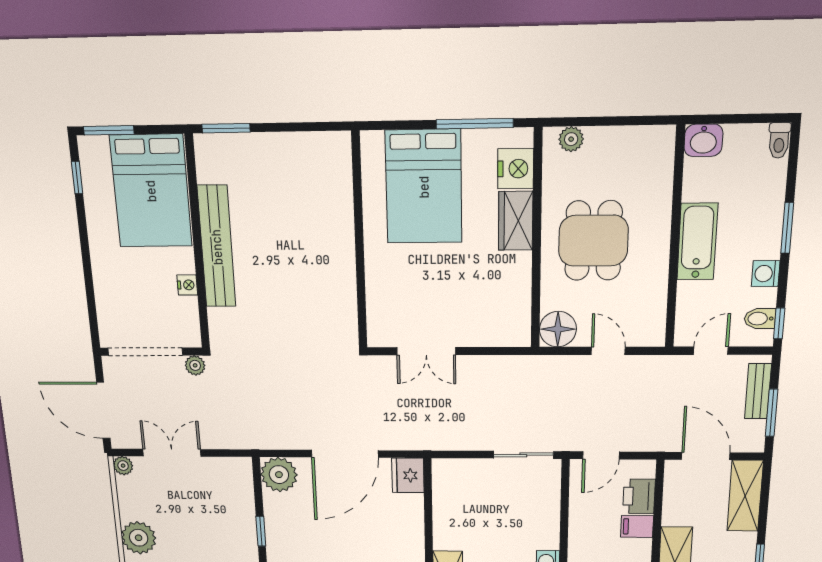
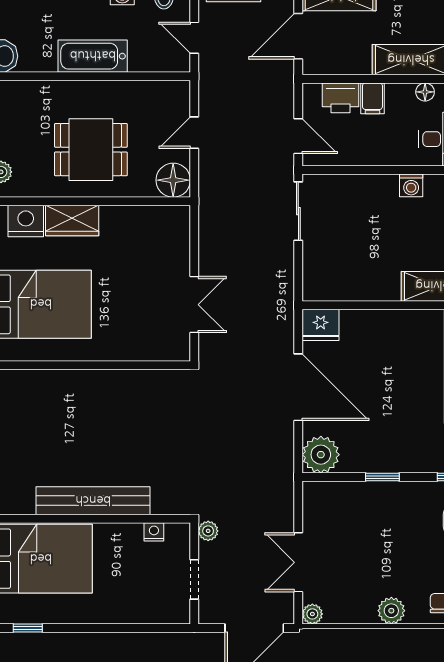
nightstand: (187, 285) -> (154, 532), moved
doorway: (145, 352) -> (194, 579), width x0.53
plant: (139, 538) -> (391, 611), width x0.73, depth x0.73

